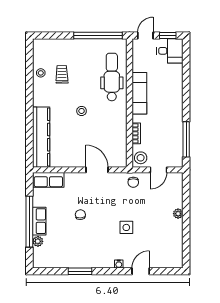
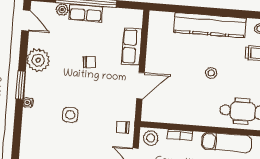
kitchen counter: (41, 137) -> (210, 25), moved
row of seats: (48, 180) -> (132, 46), moved
plant: (82, 258) -> (38, 60), added
window: (80, 271) -> (21, 85), moved
door: (141, 271) -> (26, 21), moved

